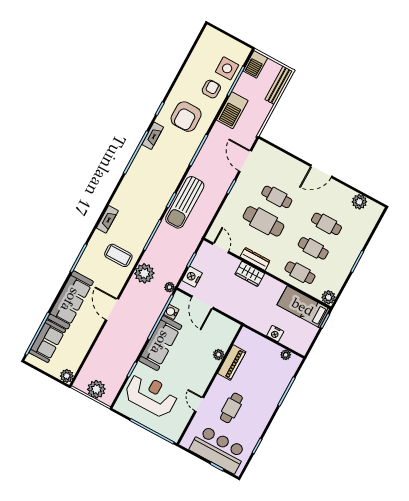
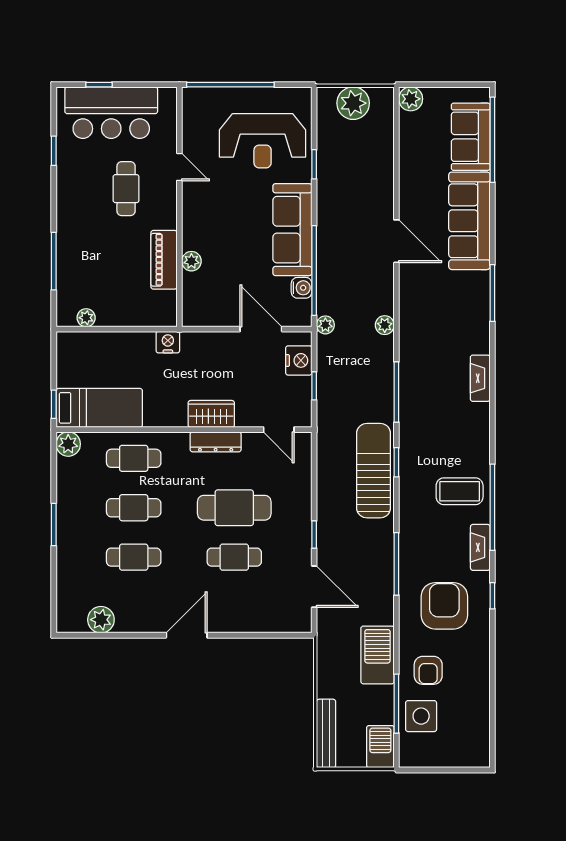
coffee table: (118, 255) -> (460, 491), moved
plant: (144, 273) -> (385, 325), width x0.53, depth x0.53
nightstand: (275, 334) -> (168, 342), moved

